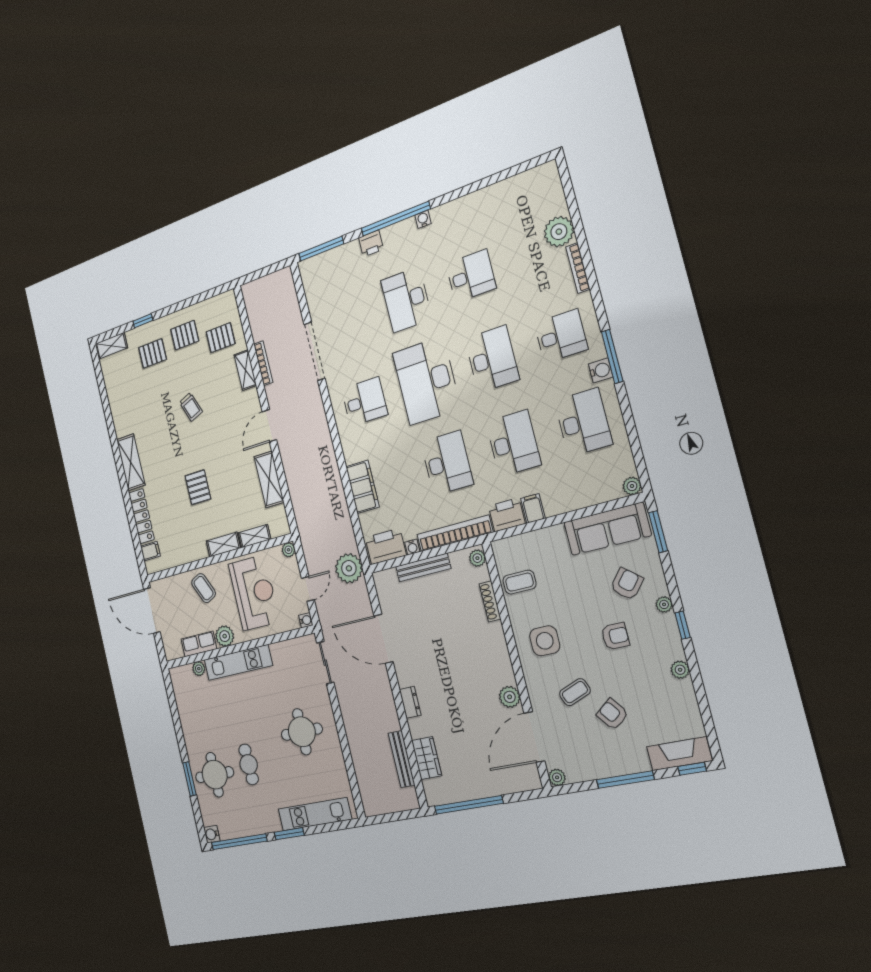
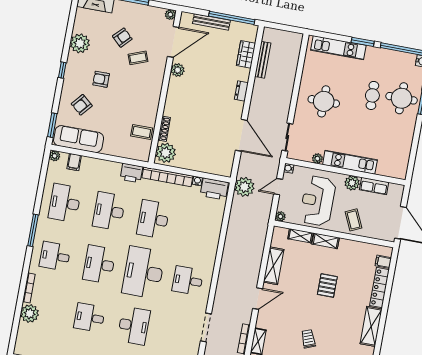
doorway: (315, 351) -> (206, 328), width x0.73
water cooler: (601, 370) -> (42, 226), removed
desk: (427, 381) -> (143, 272), turned 180
filing cabinet: (362, 487) -> (213, 231), removed
filing cabinet: (533, 508) -> (74, 162), moved
plant: (477, 558) -> (166, 153), width x1.87, depth x1.87
bench: (423, 567) -> (211, 22), moved
plant: (664, 604) -> (67, 85), removed
side table: (545, 641) -> (142, 93), removed
plant: (199, 669) -> (317, 159), moved
plant: (680, 670) -> (80, 43), width x1.88, depth x1.88
armchair: (612, 714) -> (122, 38), turned -98

